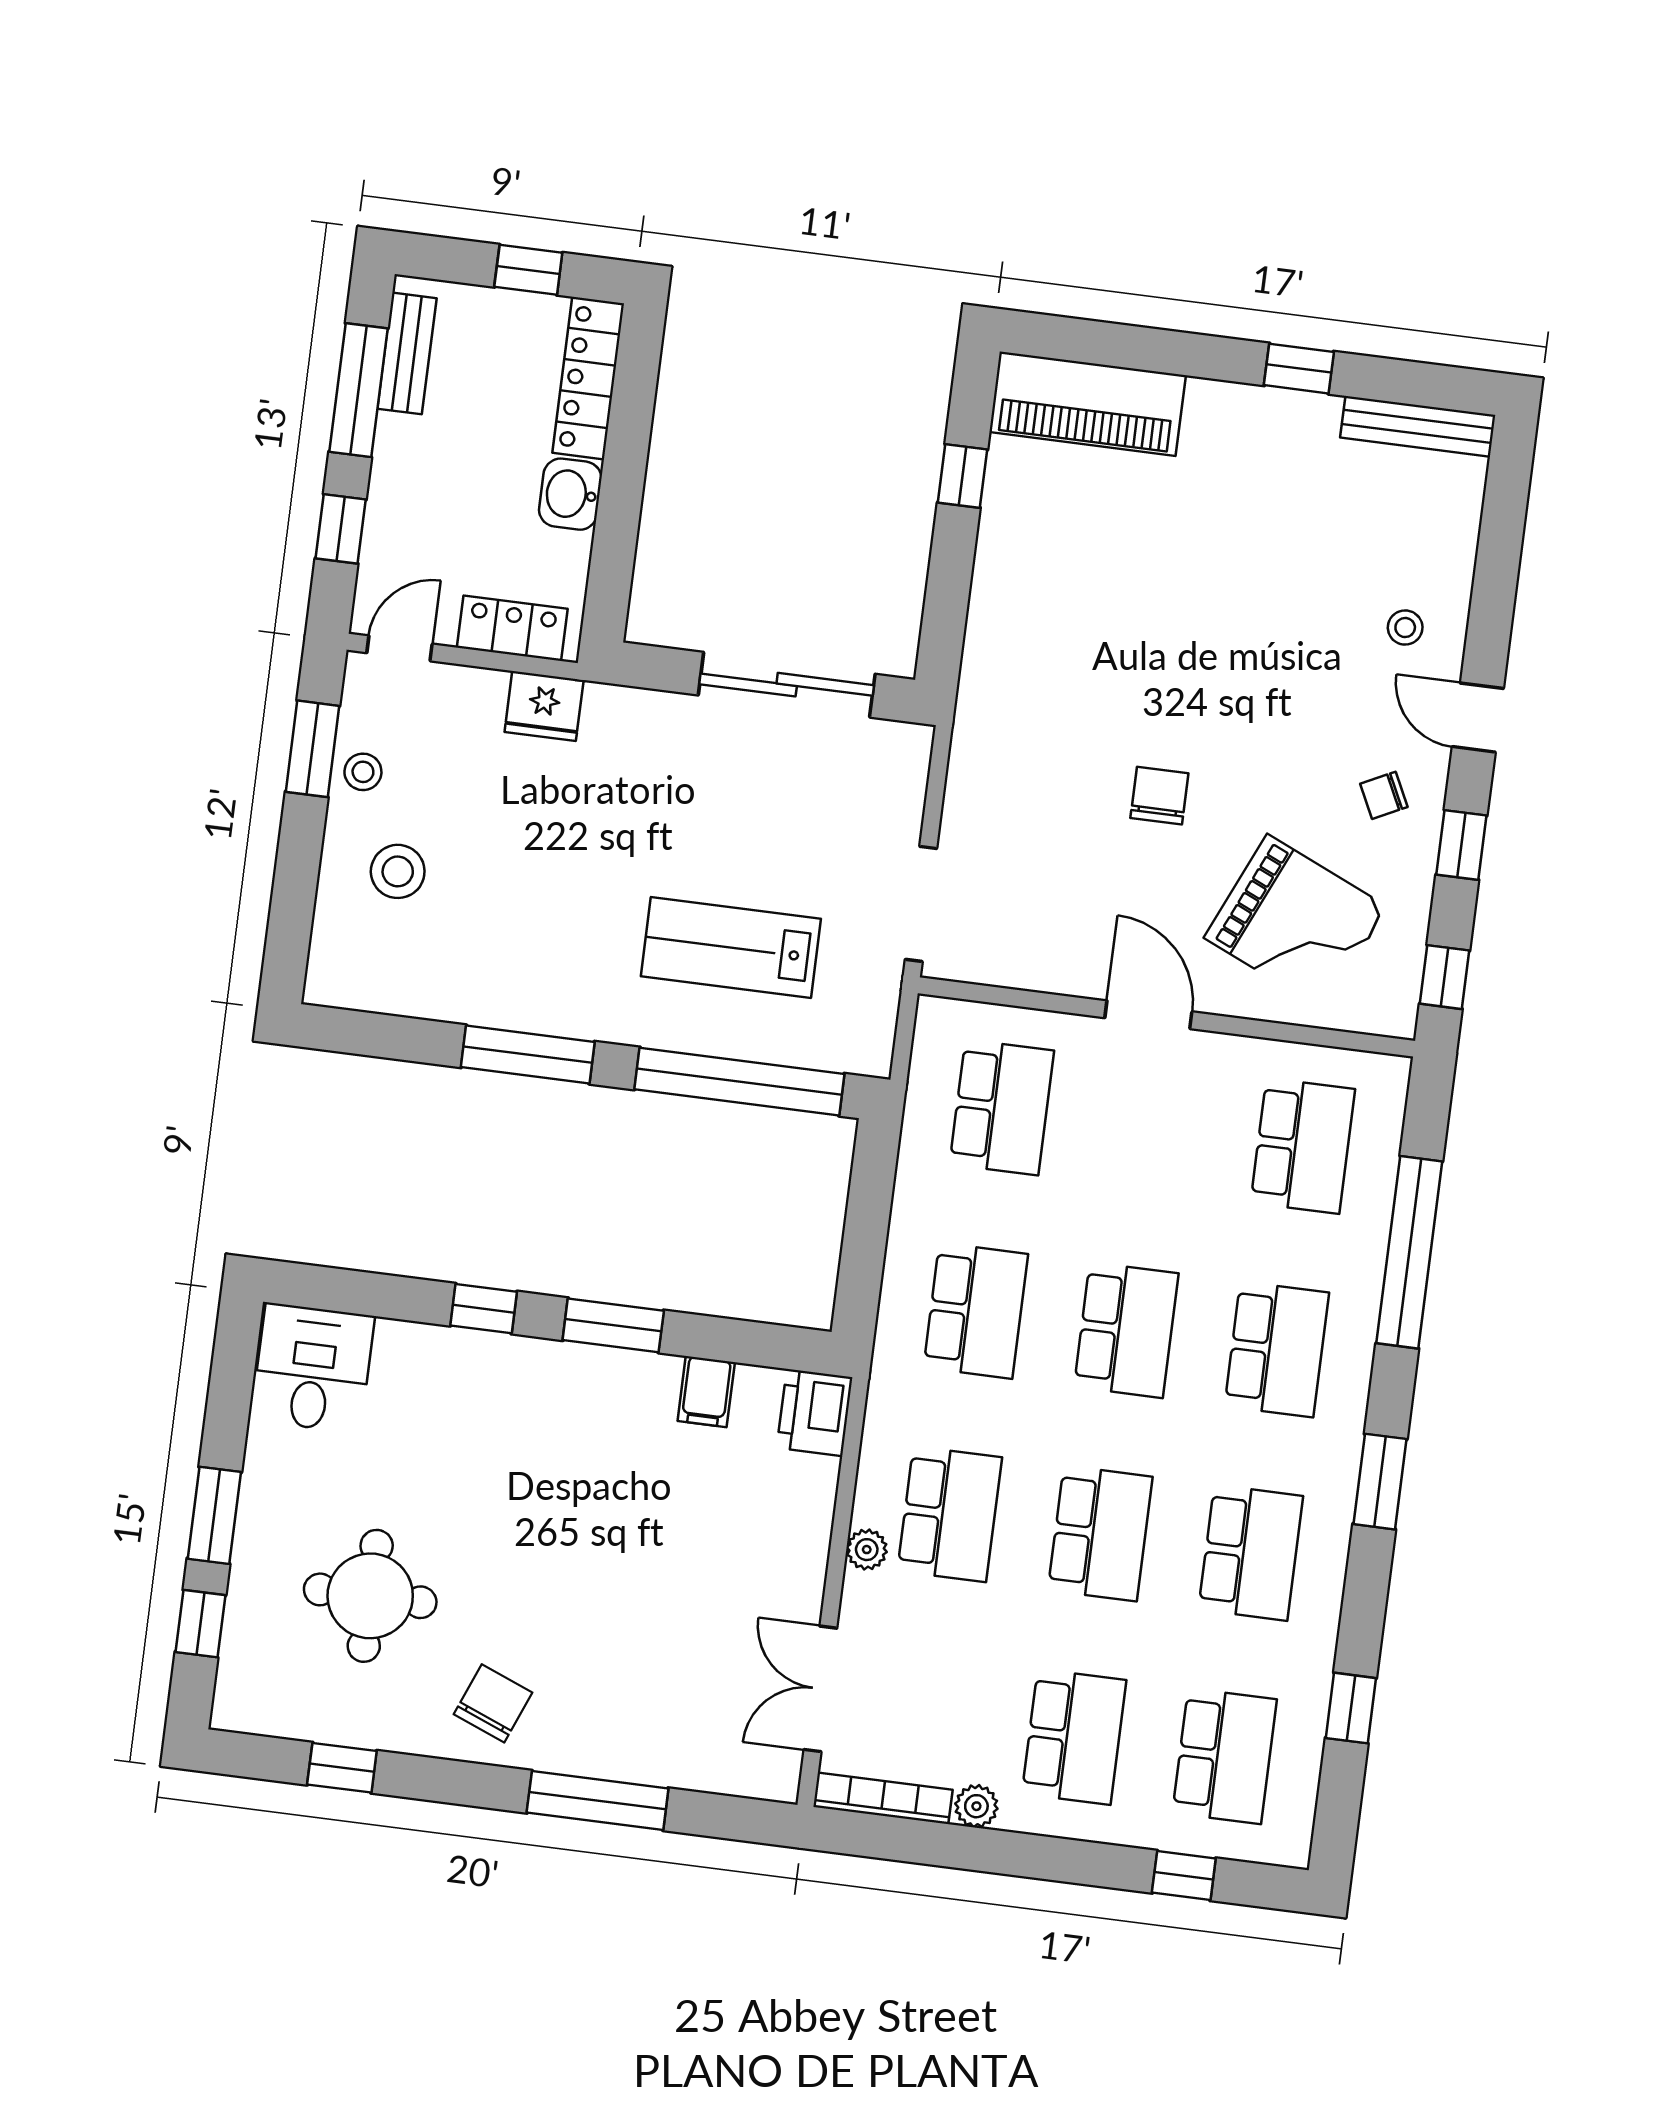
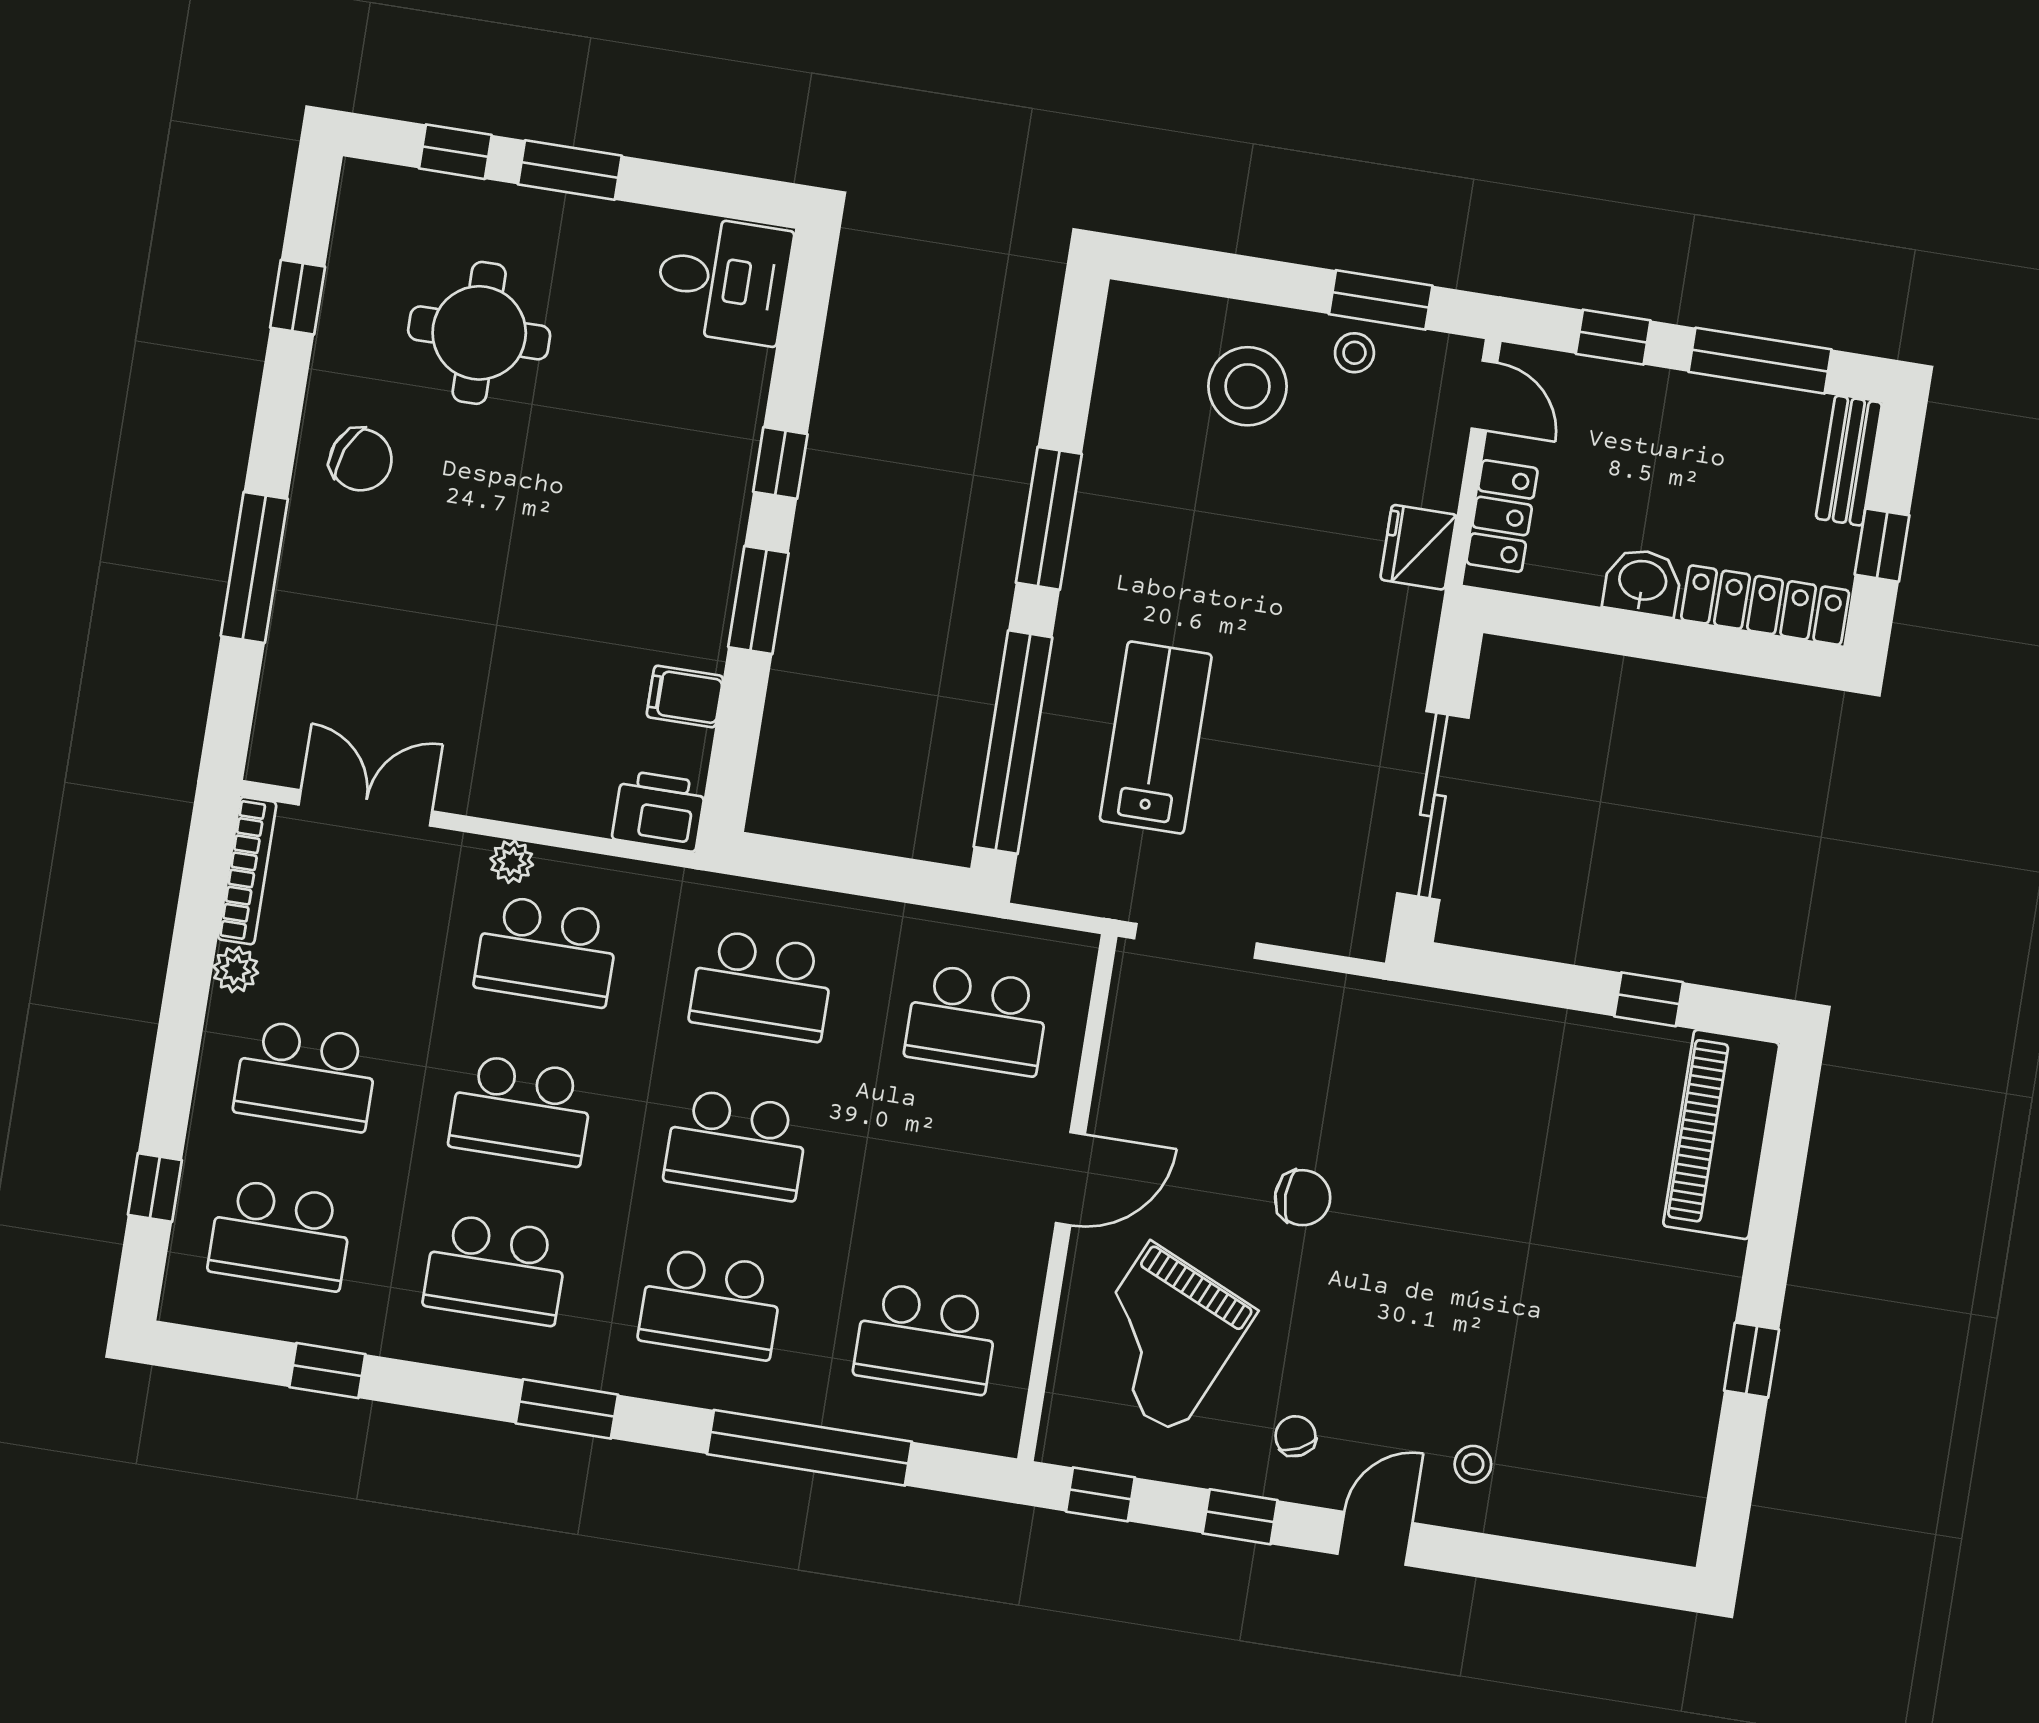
bench: (407, 353) -> (1849, 461), moved, turned 90
bench: (1418, 426) -> (1686, 1484), removed
stool: (398, 871) -> (1248, 386), width x1.38, depth x1.38

